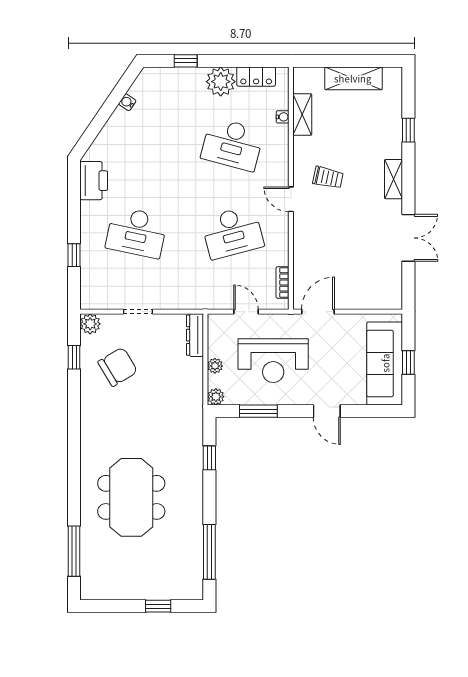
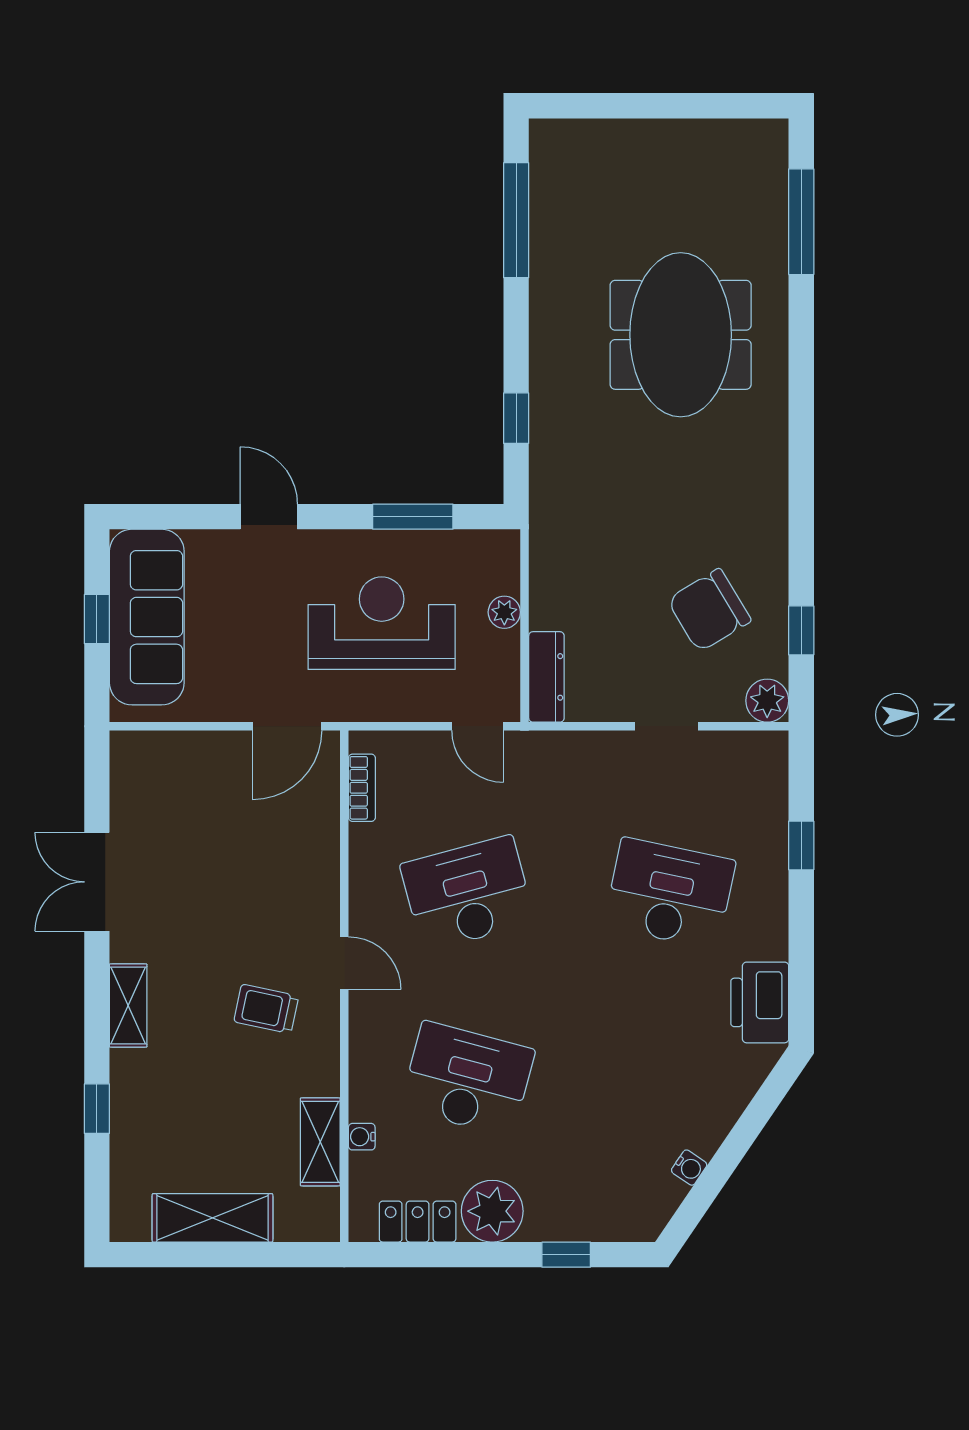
door: (246, 312) -> (478, 726), moved
plant: (216, 397) -> (503, 547), removed
window: (158, 606) -> (624, 106), removed

